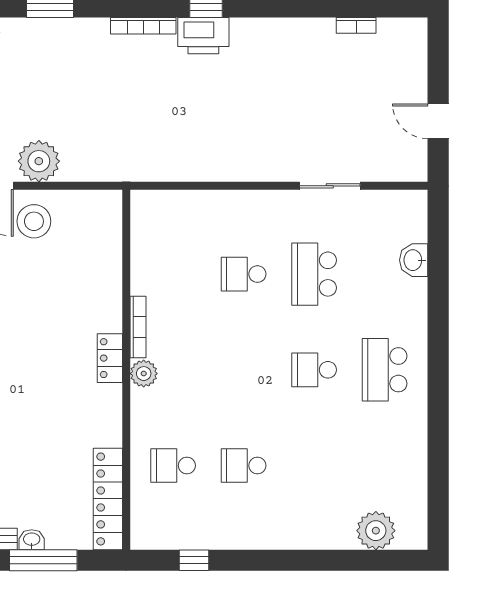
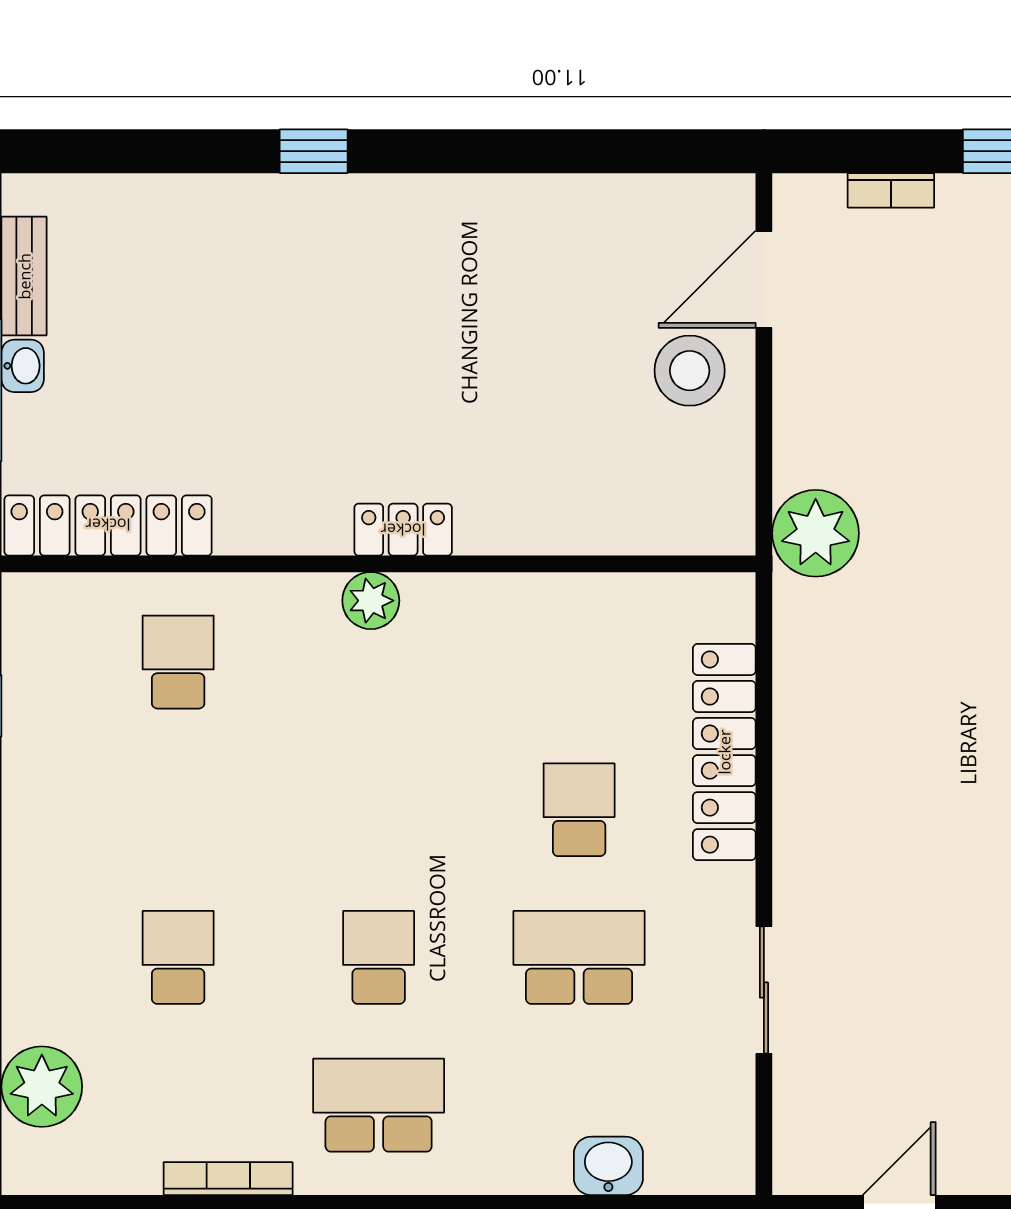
plant: (39, 161) -> (816, 533), moved
locker: (216, 205) -> (724, 752), added
bookcase: (138, 327) -> (228, 1179), moved, turned 180
school desk: (244, 466) -> (178, 957), moved

